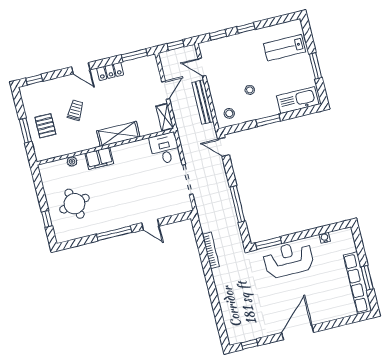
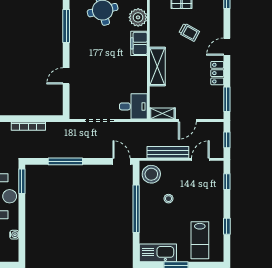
window: (246, 28) -> (227, 226), moved
lab bench: (284, 48) -> (200, 240), turned 180
door: (166, 90) -> (187, 120), hinge flipped
kitchen sink: (298, 100) -> (158, 253), moved, turned -90
stool: (229, 113) -> (151, 174), width x1.89, depth x1.89
window: (268, 120) -> (136, 209), width x2.11
door: (224, 147) -> (121, 161), hinge flipped
plant: (72, 162) -> (138, 17), width x1.88, depth x1.88
window: (114, 233) -> (66, 26), moved

